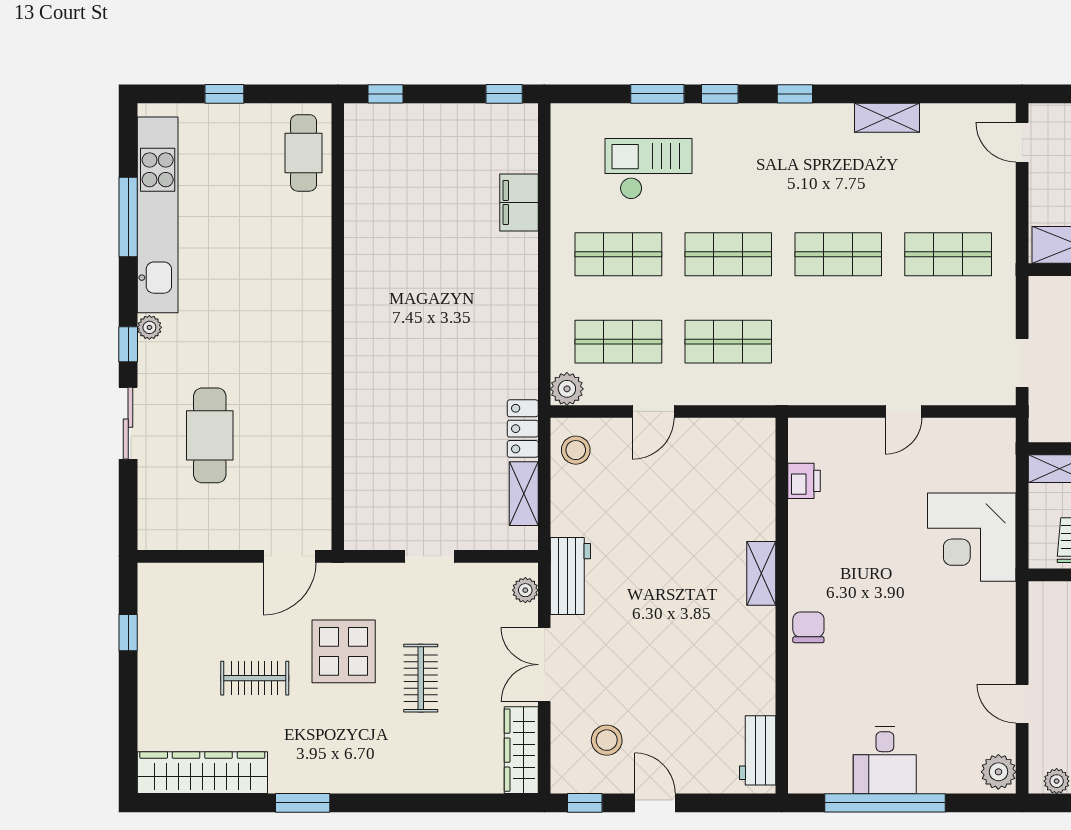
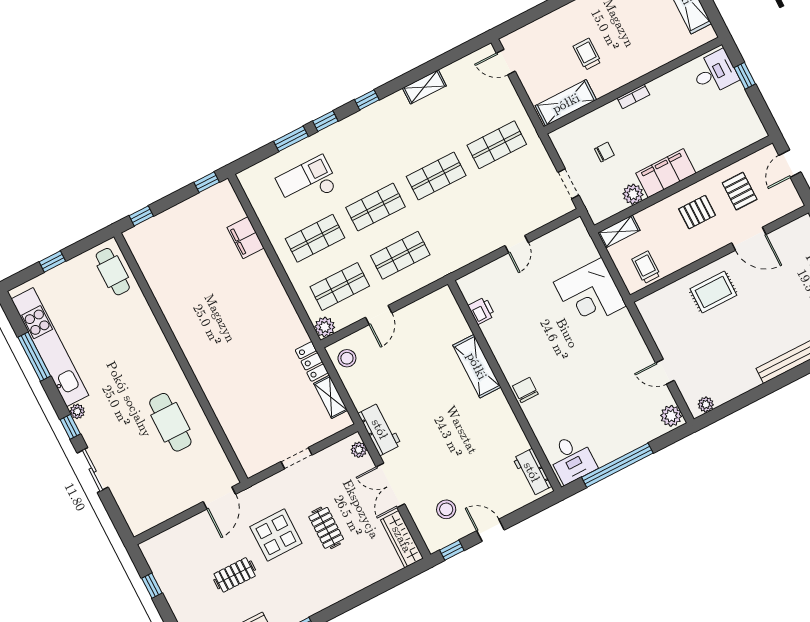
cafe table: (210, 435) -> (170, 422), moved
shelving: (761, 573) -> (477, 366), width x1.50, depth x1.33
desk: (885, 760) -> (572, 459), moved

